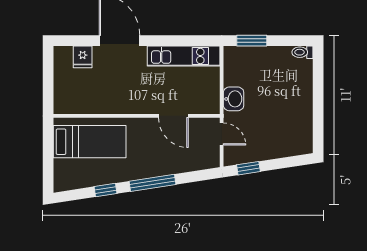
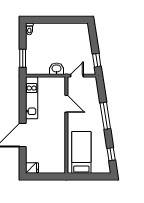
fridge: (83, 57) -> (32, 168), moved
door: (173, 116) -> (66, 104), hinge flipped
window: (106, 190) -> (111, 154), moved

